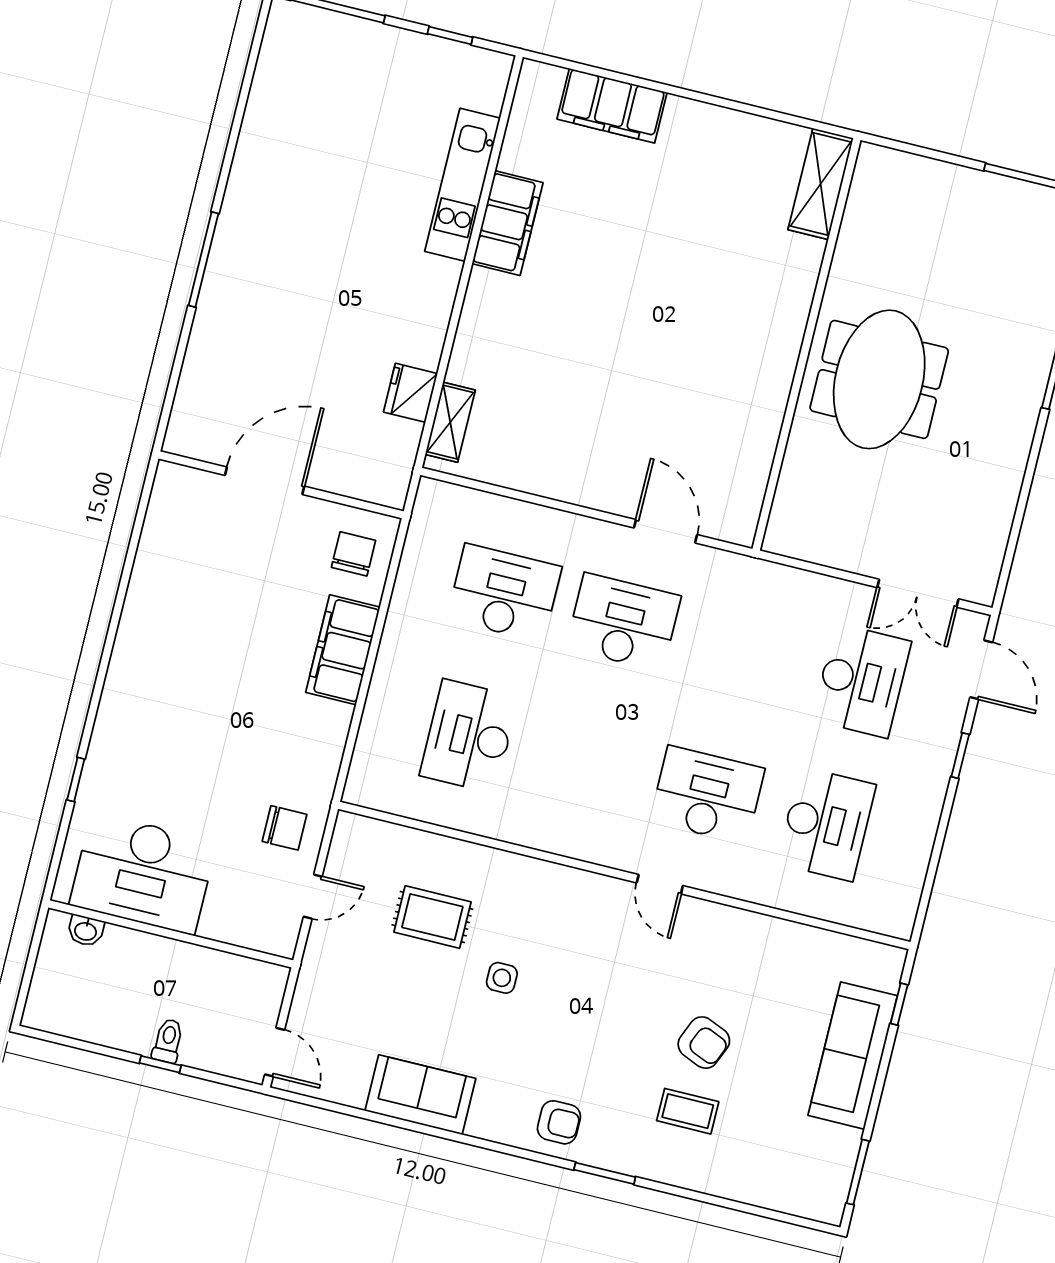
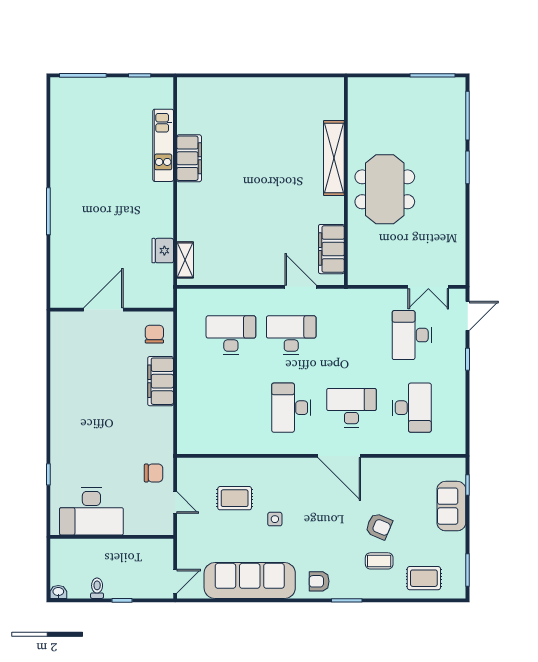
filing cabinet: (612, 106) -> (331, 249), moved, turned 90
shelving: (821, 184) -> (334, 158), moved, width x1.47
door: (981, 670) -> (468, 316), hinge flipped
desk: (862, 681) -> (412, 335), turned 180
desk: (469, 736) -> (291, 408), moved
door: (660, 884) -> (339, 456), width x1.88
door: (313, 897) -> (175, 502), hinge flipped
washbasin: (86, 931) -> (58, 592), moved, turned 180
toilet: (168, 1041) -> (97, 588), moved
door: (275, 1052) -> (175, 581), hinge flipped
sofa: (853, 1056) -> (451, 506), width x0.73
sofa: (420, 1095) -> (250, 581), width x1.85, depth x1.27
armchair: (559, 1122) -> (319, 581), turned 180
rug: (768, 1167) -> (424, 578), added

